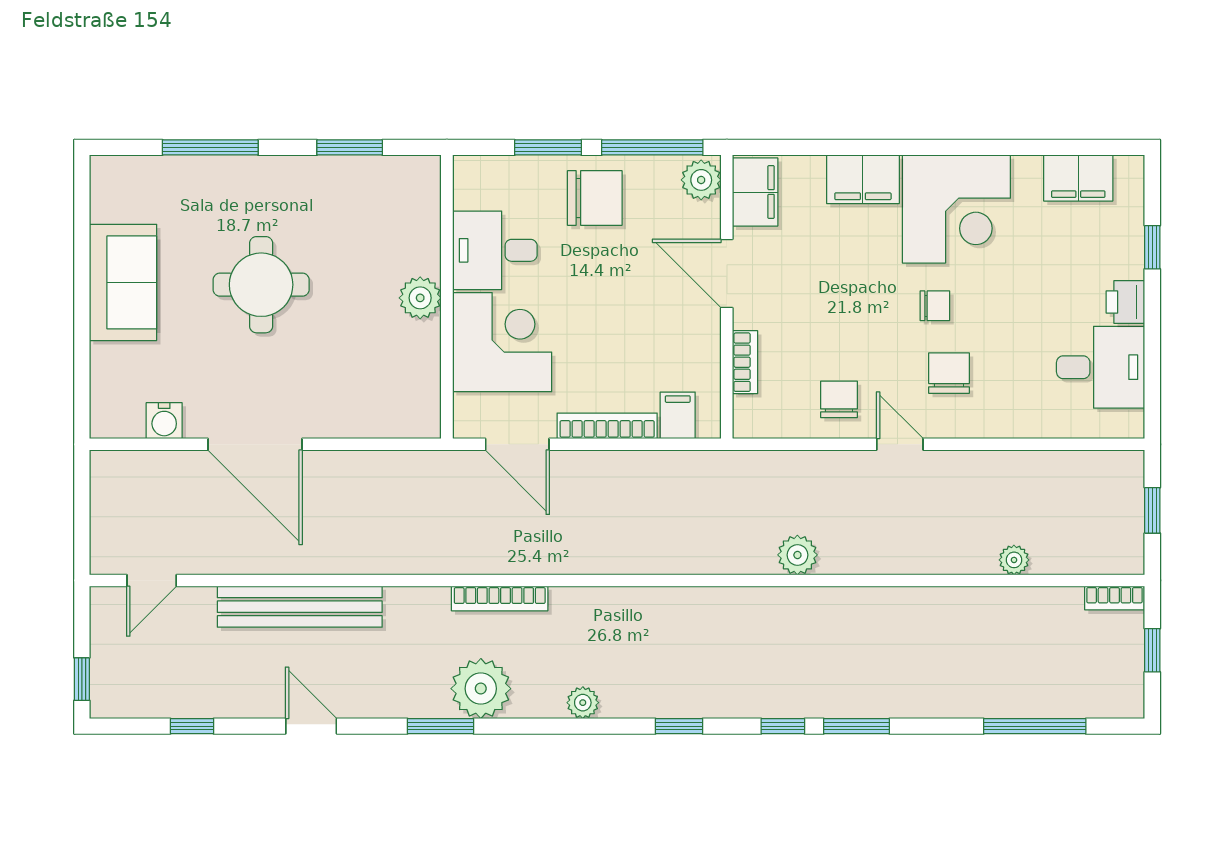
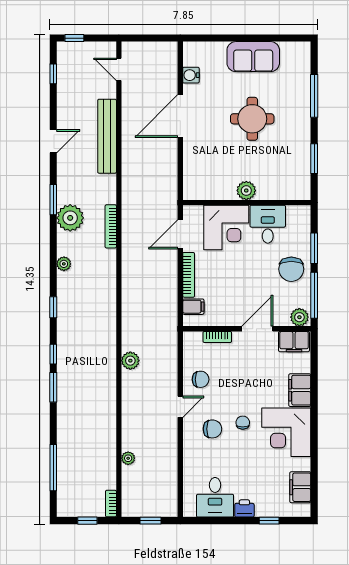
chair: (935, 306) -> (243, 423), turned 180
window: (192, 726) -> (53, 74), moved

